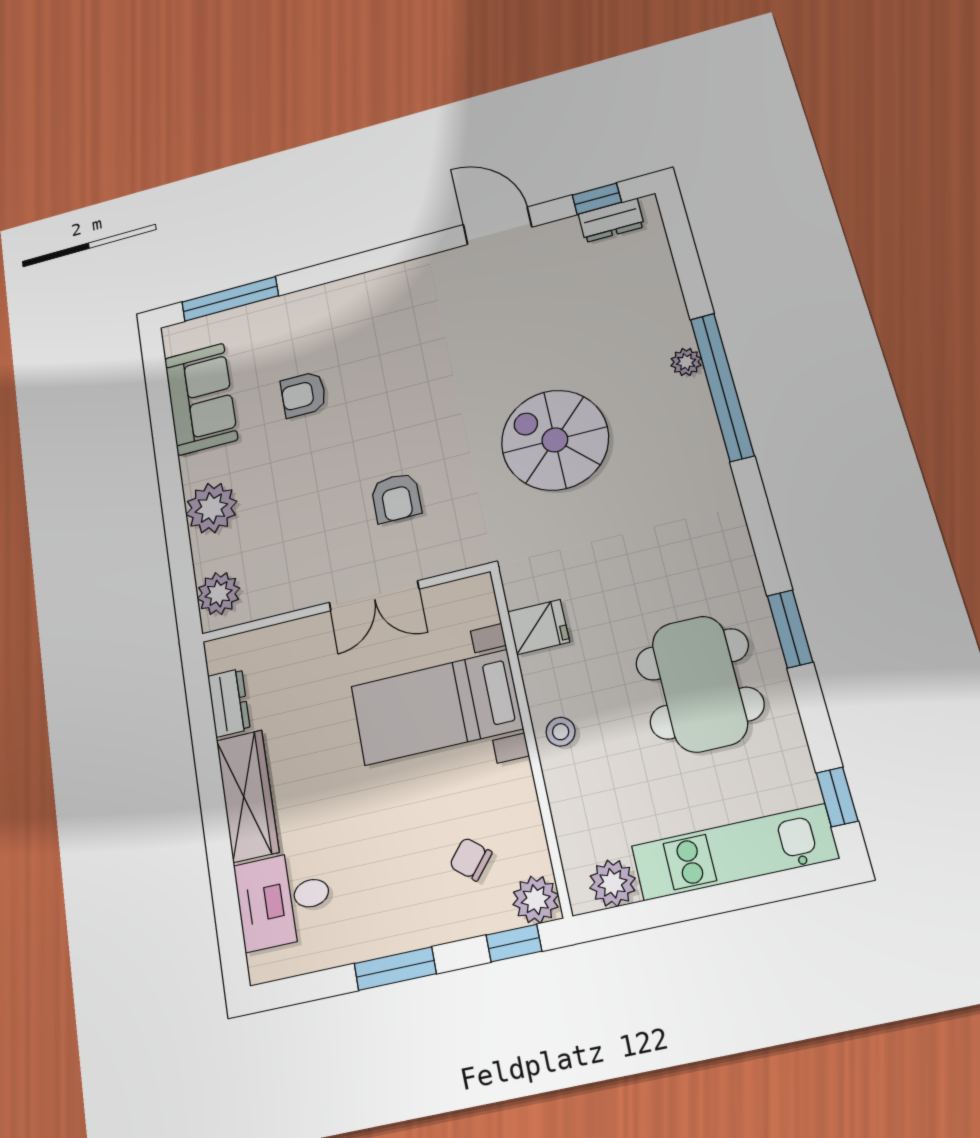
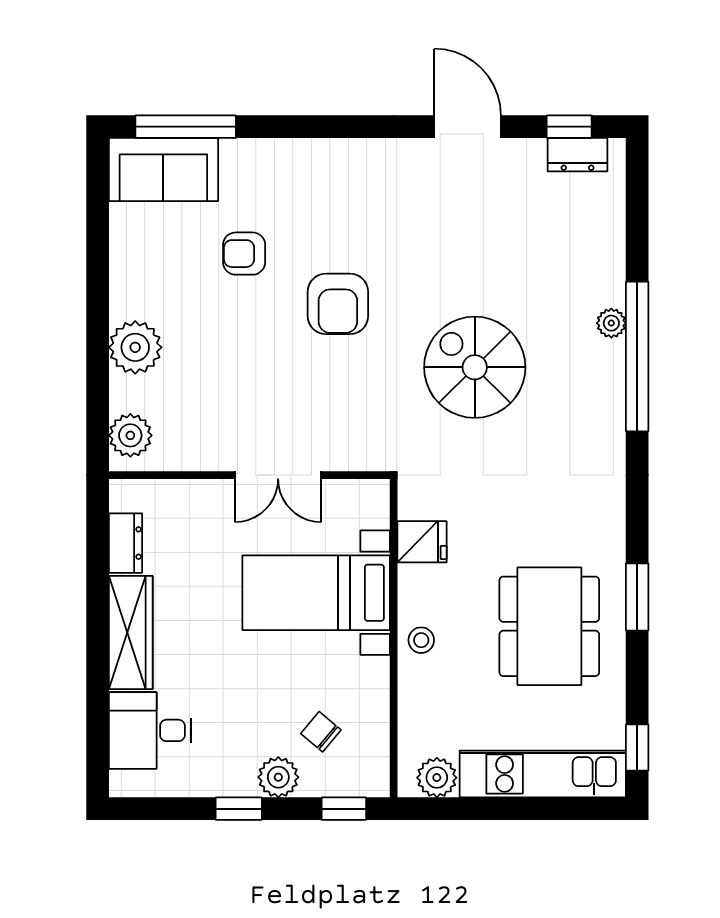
sofa: (201, 399) -> (163, 169), moved, turned 90
armchair: (396, 498) -> (338, 304), moved, width x1.38, depth x1.38
plant: (536, 900) -> (278, 777), moved
window: (395, 969) -> (239, 809), width x0.67

